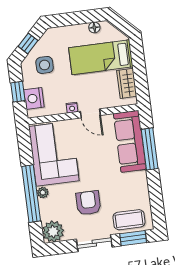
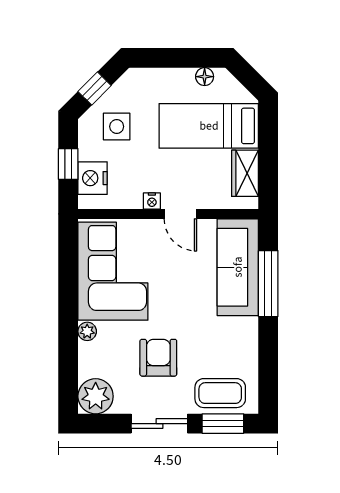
window: (31, 194) -> (68, 331), removed

